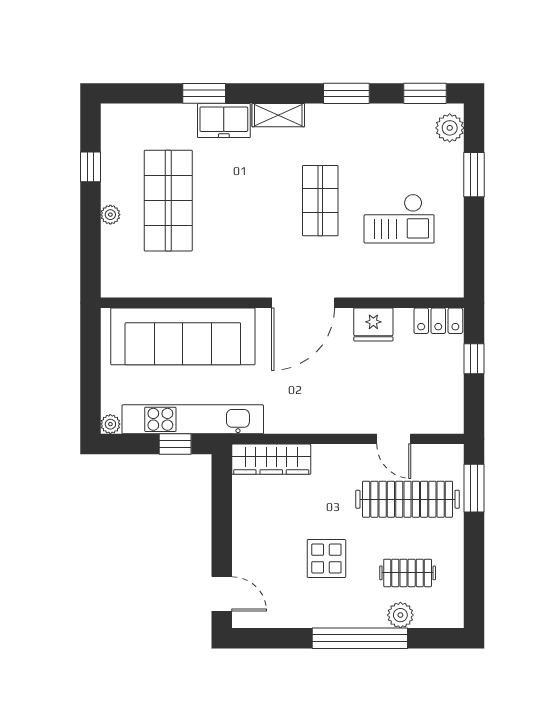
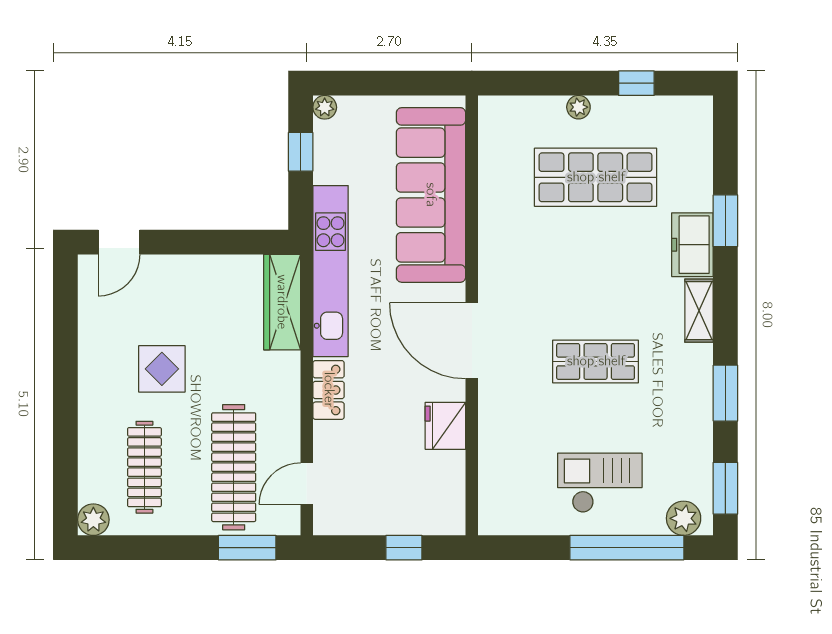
window: (474, 175) -> (627, 548), width x2.11
checkout: (399, 219) -> (600, 483), moved, turned 90
locker: (438, 321) -> (329, 390), moved, turned 180
kitchen unit: (193, 419) -> (331, 271), moved
door: (394, 439) -> (307, 484), moved
window: (175, 444) -> (301, 152), moved
clothes rail: (408, 573) -> (144, 467), width x1.36
plant: (400, 615) -> (93, 520), moved
window: (360, 638) -> (65, 409), removed

